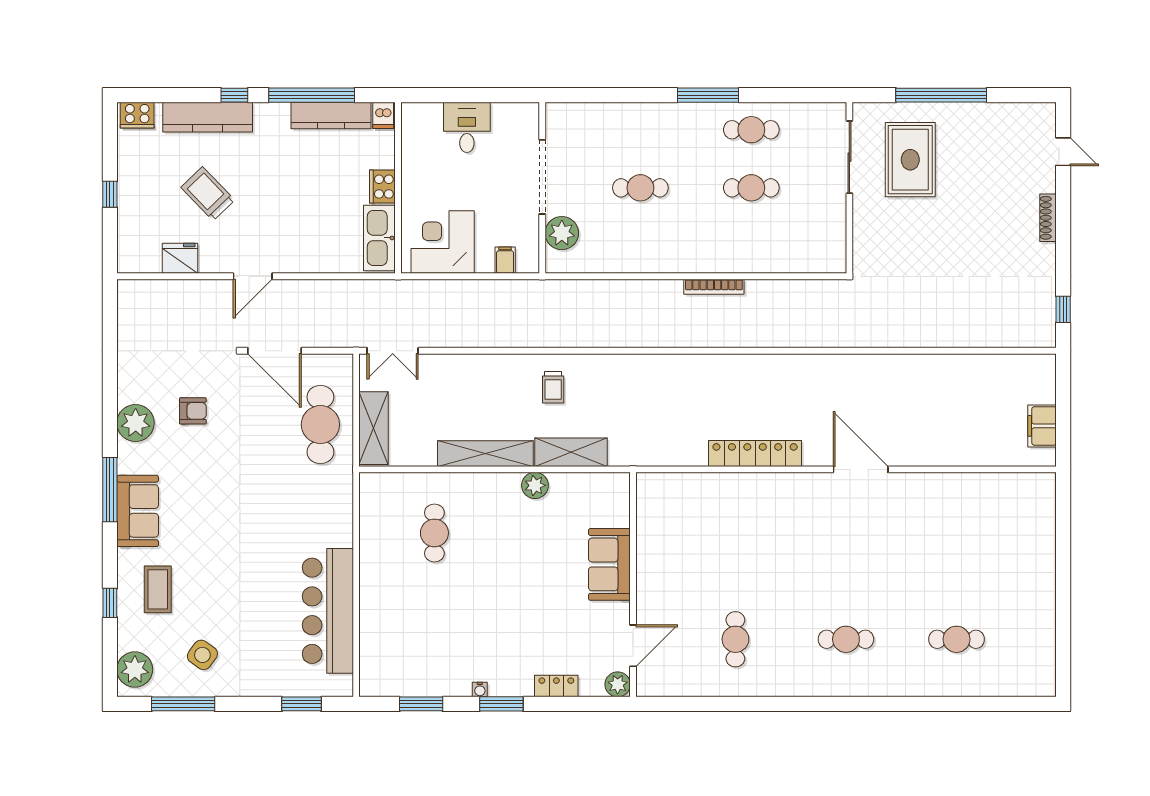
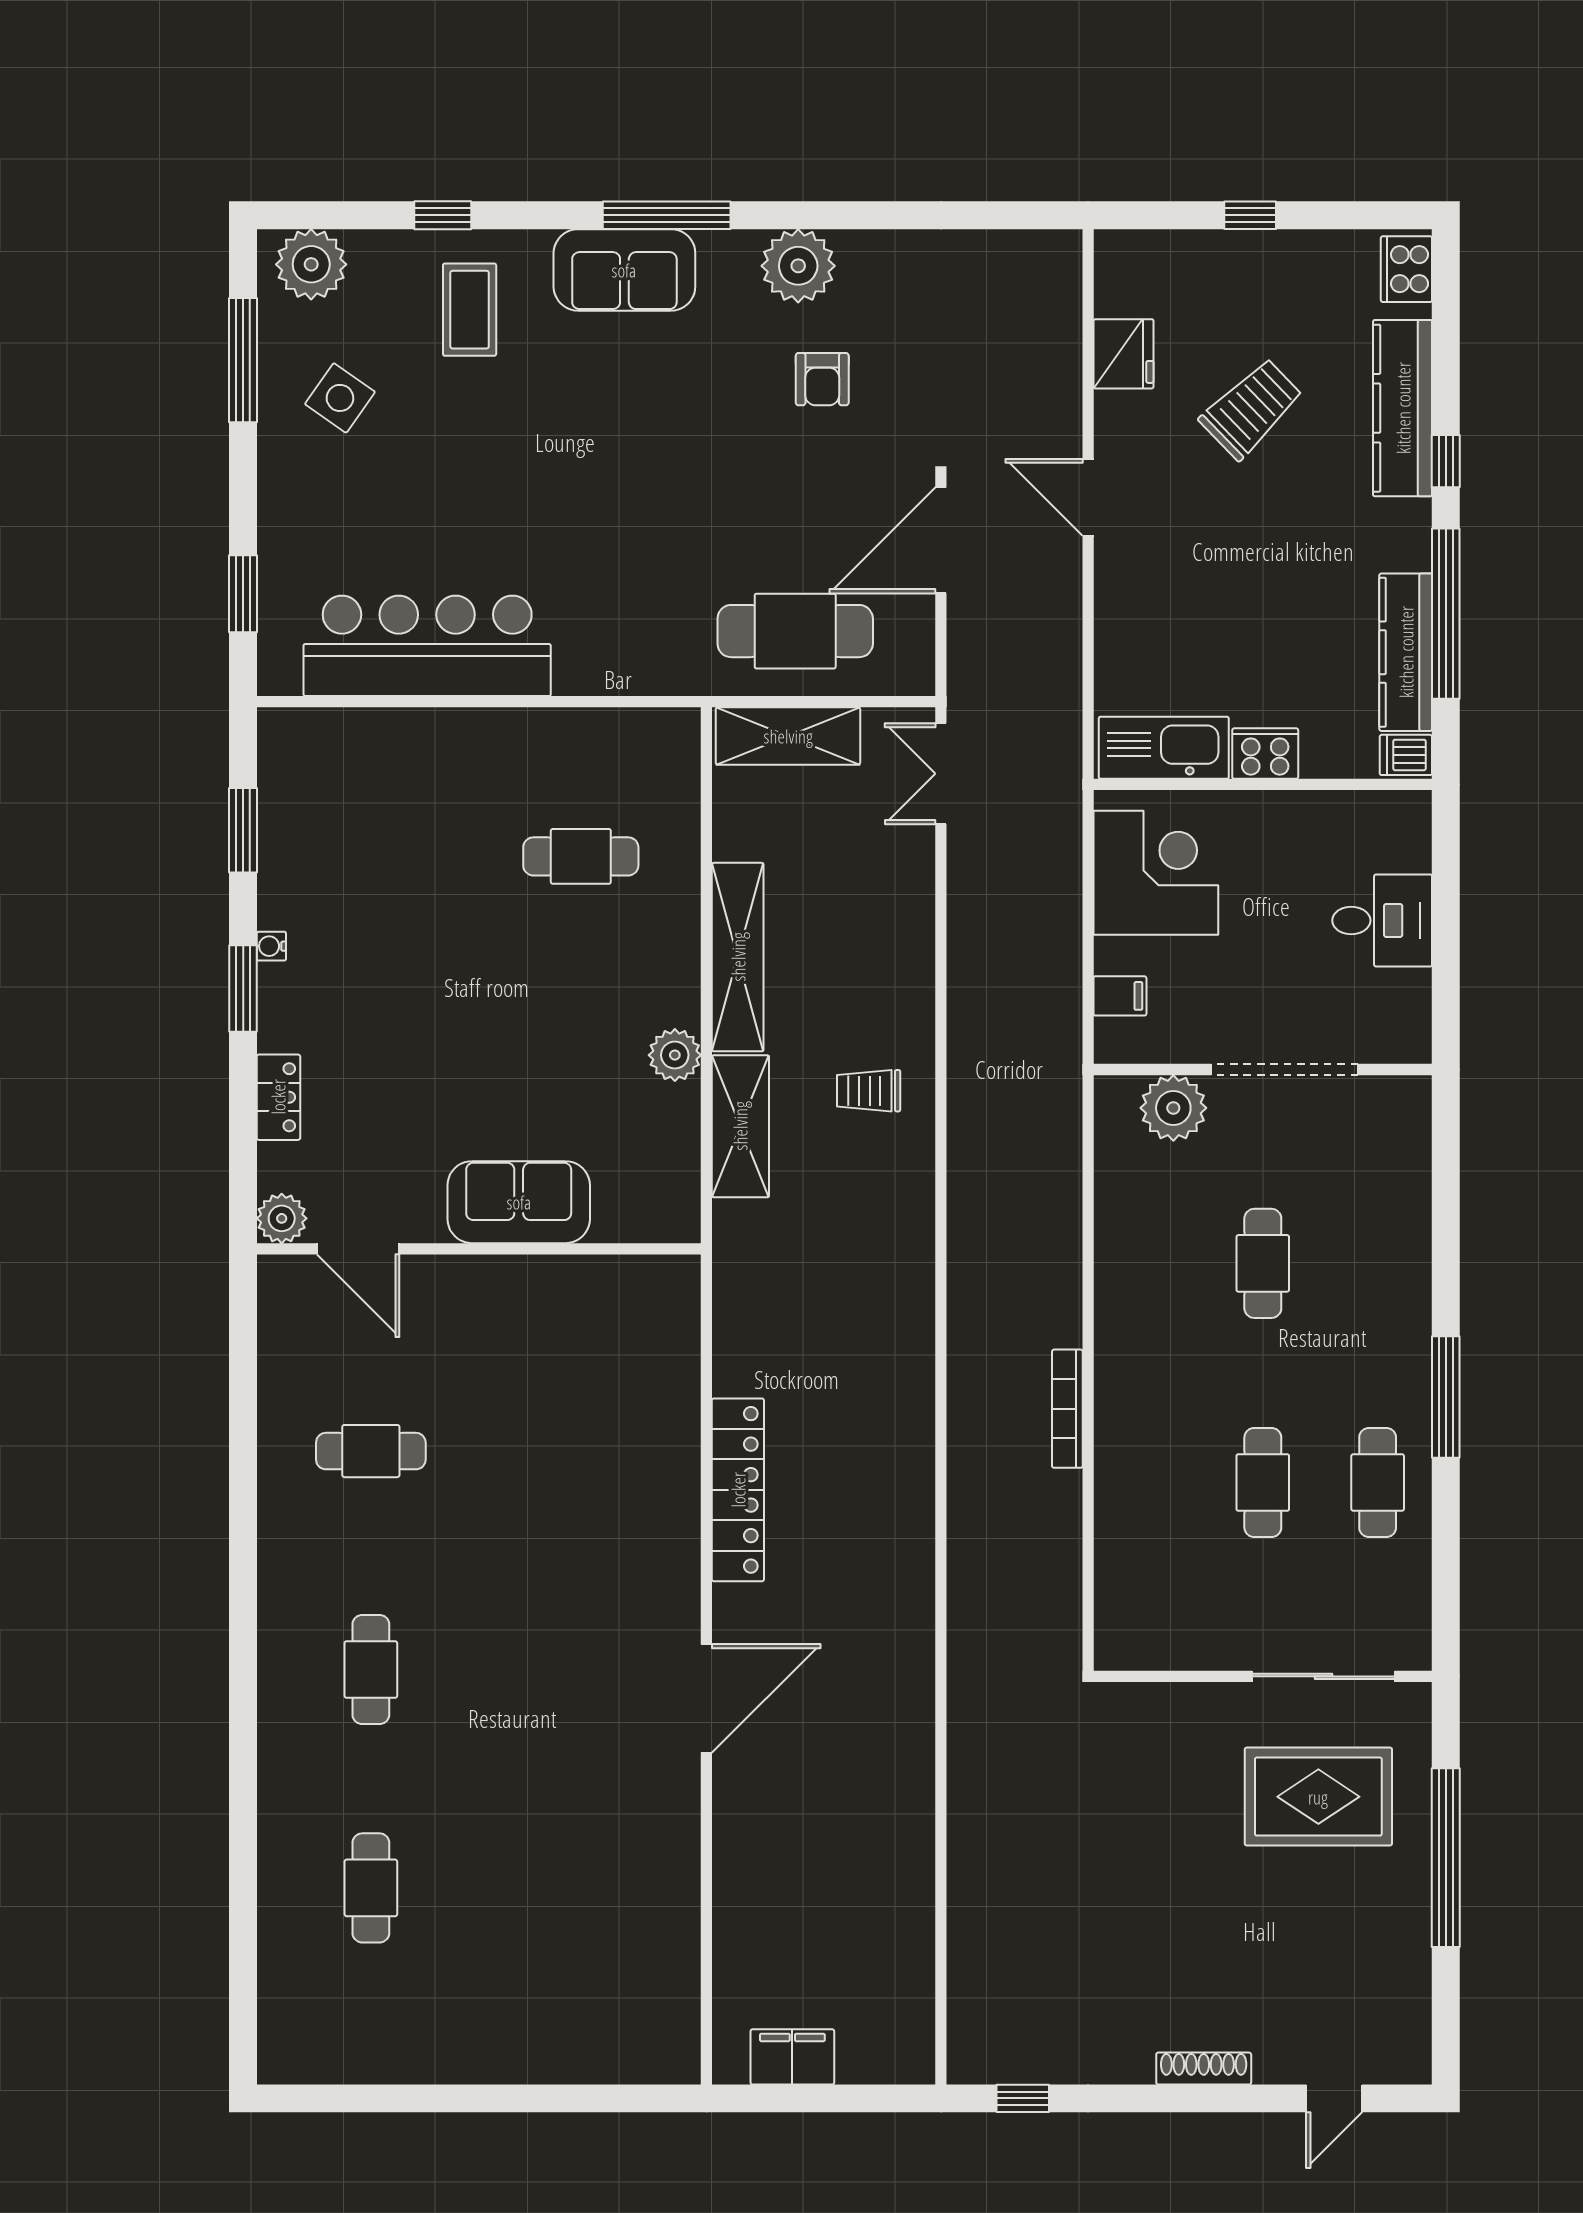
coffee table: (158, 589) -> (470, 310), turned 90

